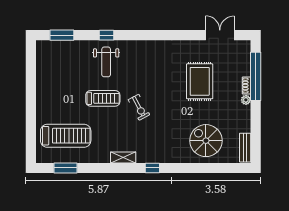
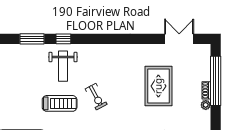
window: (62, 35) -> (32, 39), moved
exercise bike: (139, 107) -> (96, 97), moved

